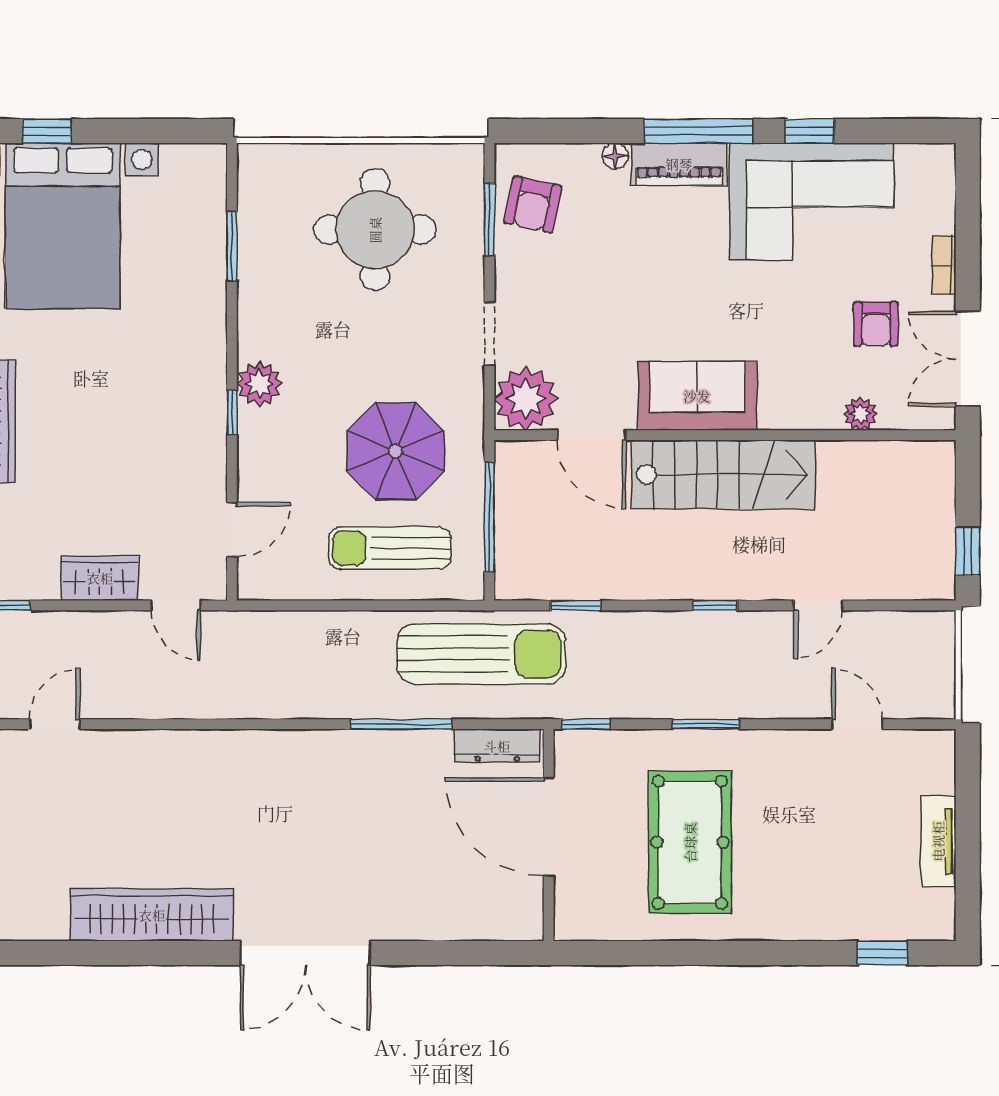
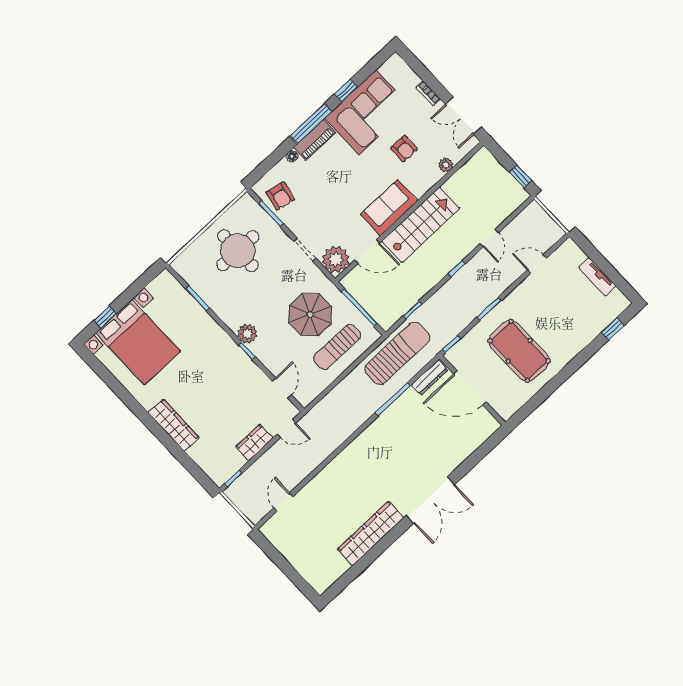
armchair: (876, 324) -> (404, 149), moved

